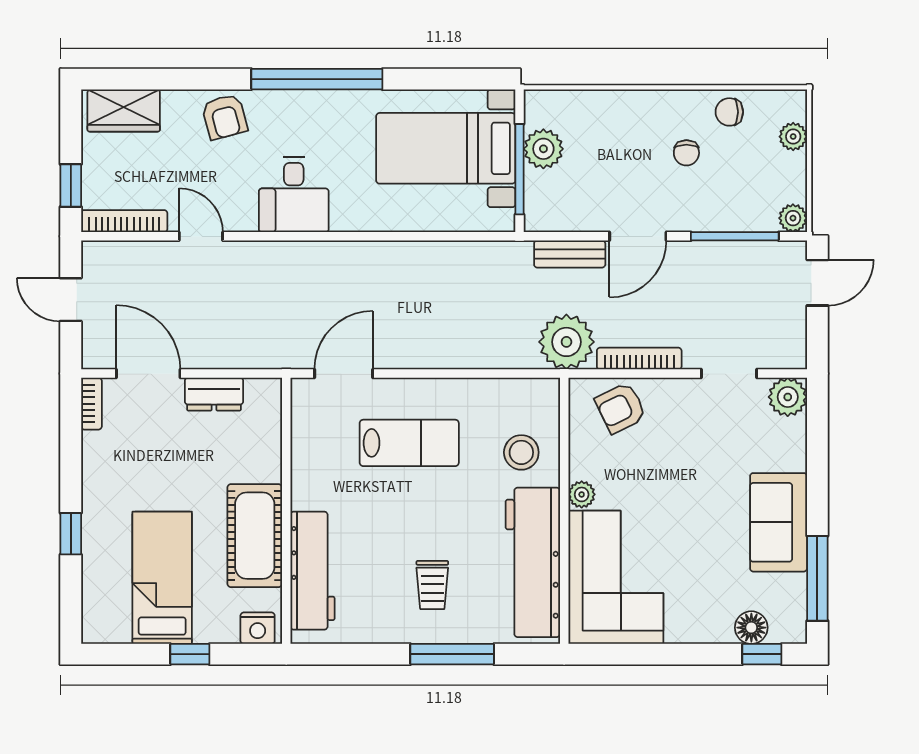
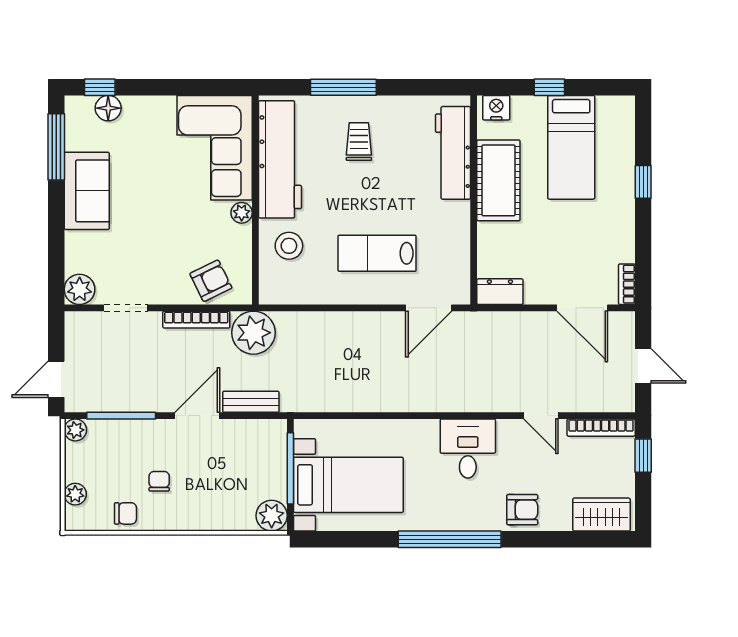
armchair: (225, 117) -> (522, 510), turned 105
plant: (543, 149) -> (272, 516), moved
dresser: (214, 394) -> (500, 292), moved

